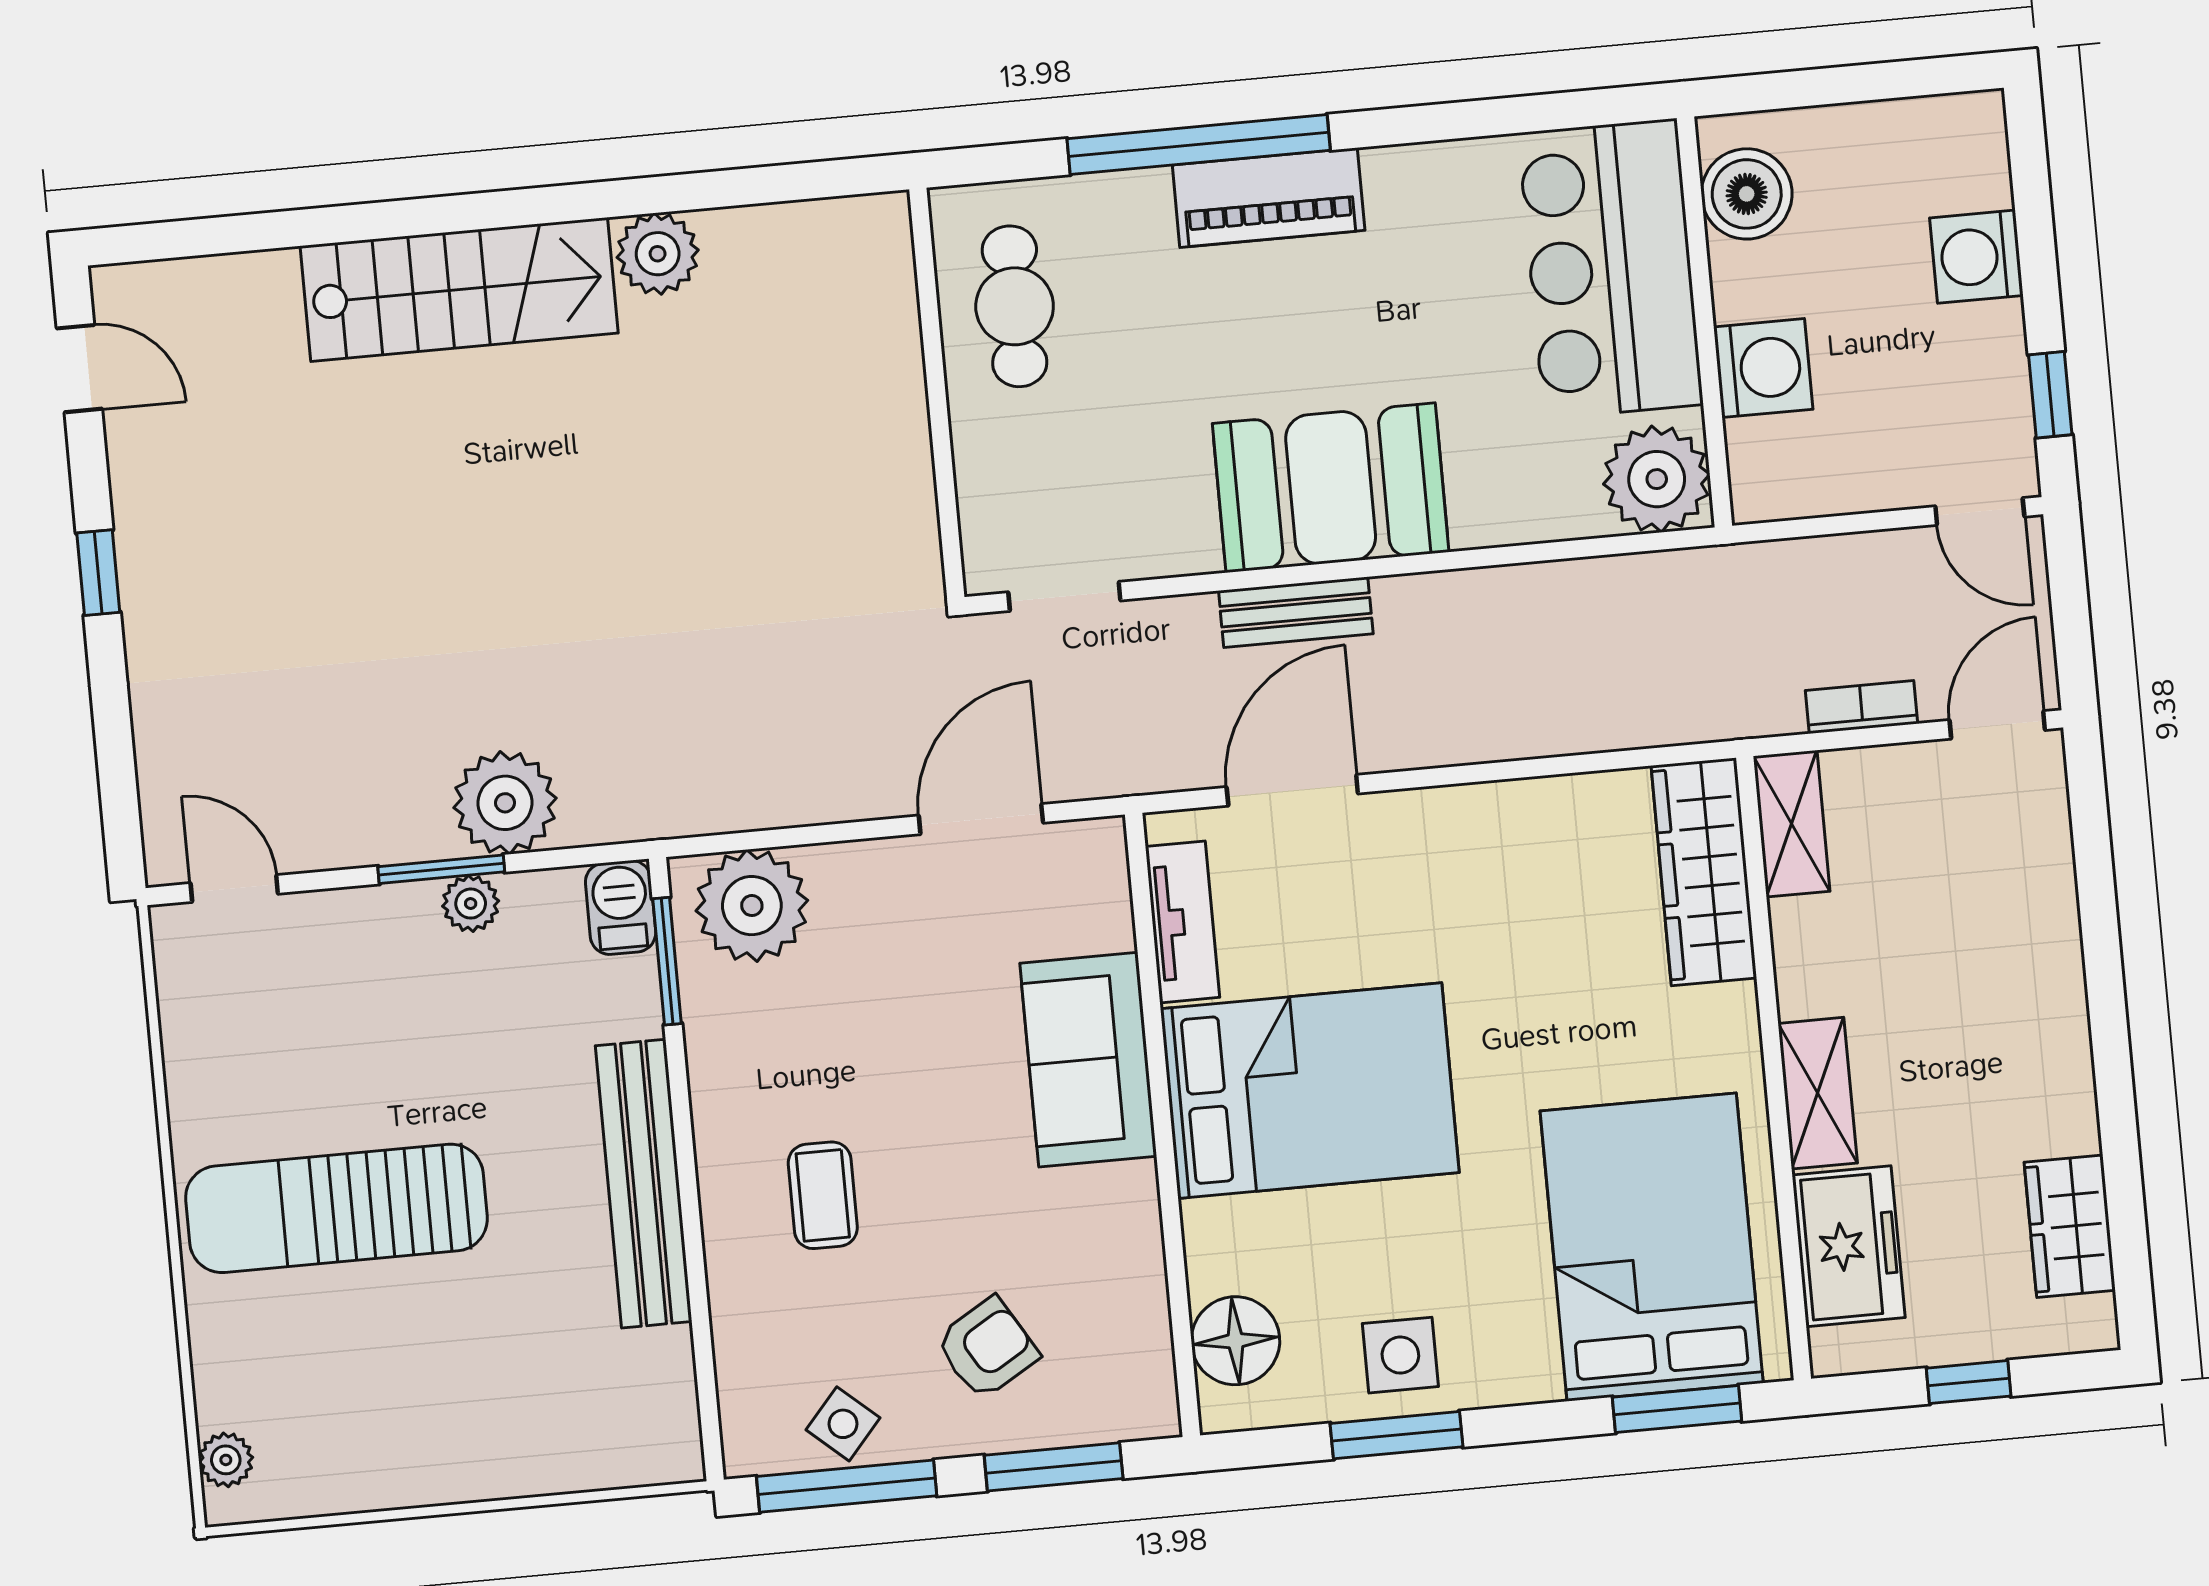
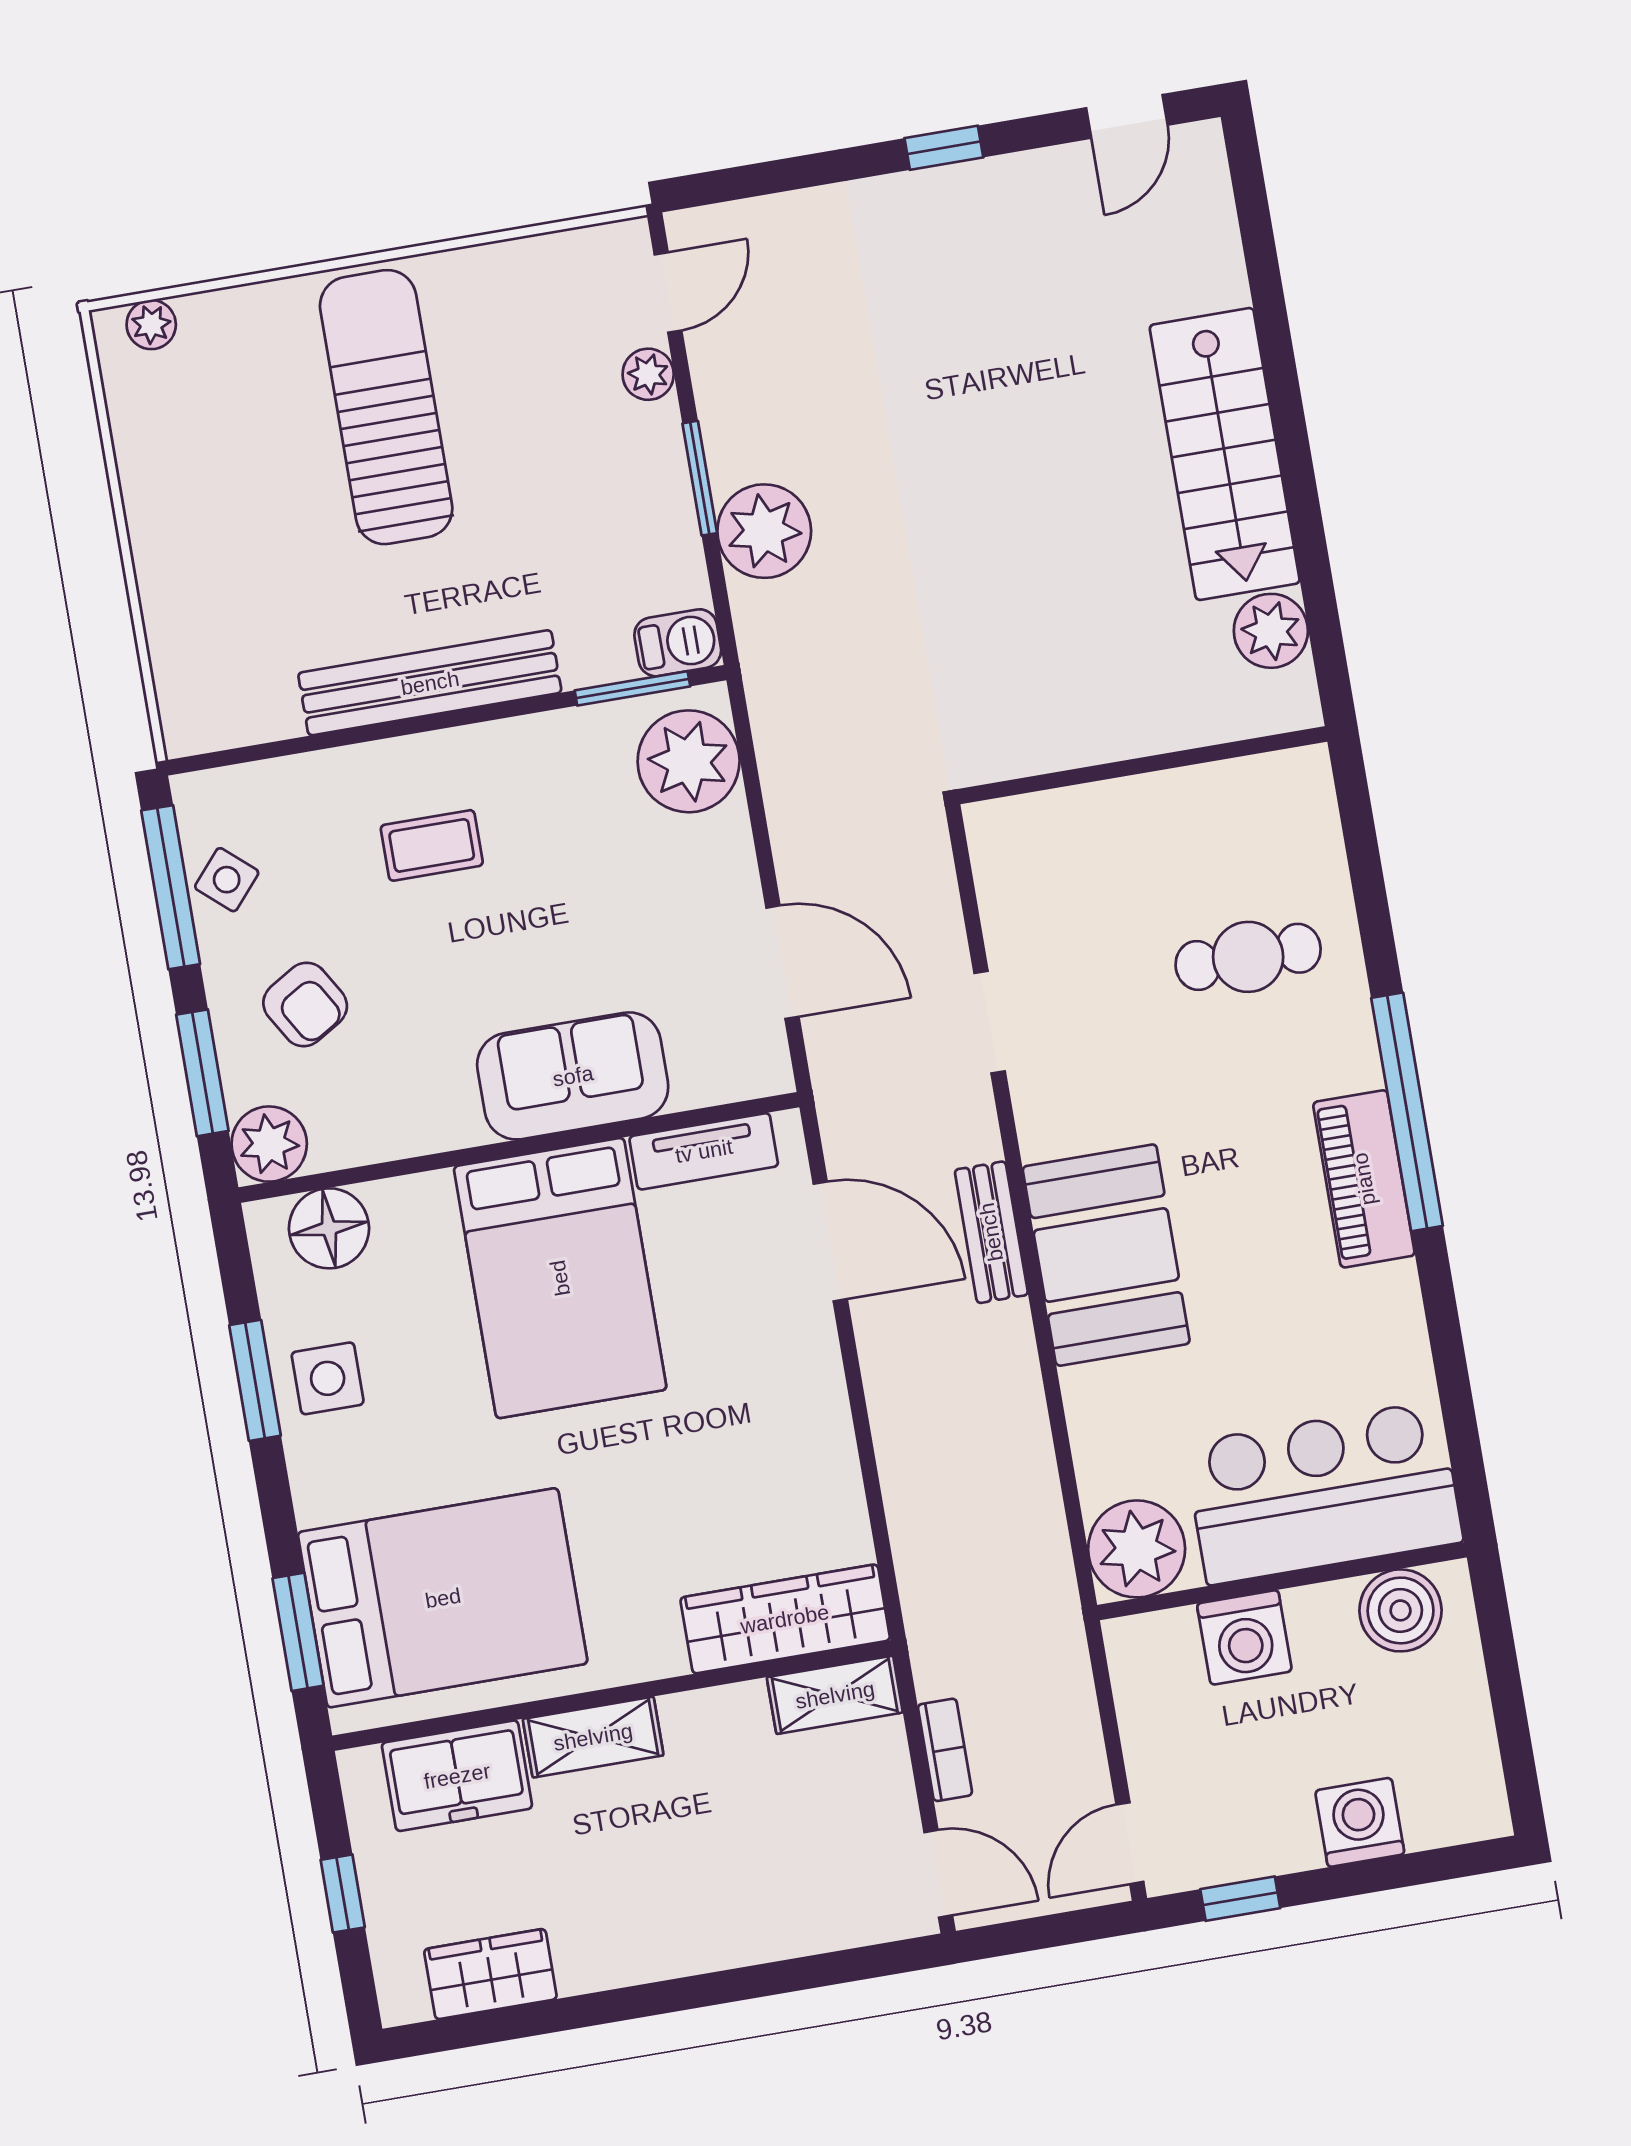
wall: (937, 393) -> (1142, 765), moved
plant: (471, 904) -> (648, 374), moved
plant: (1138, 1399) -> (269, 1144), added

